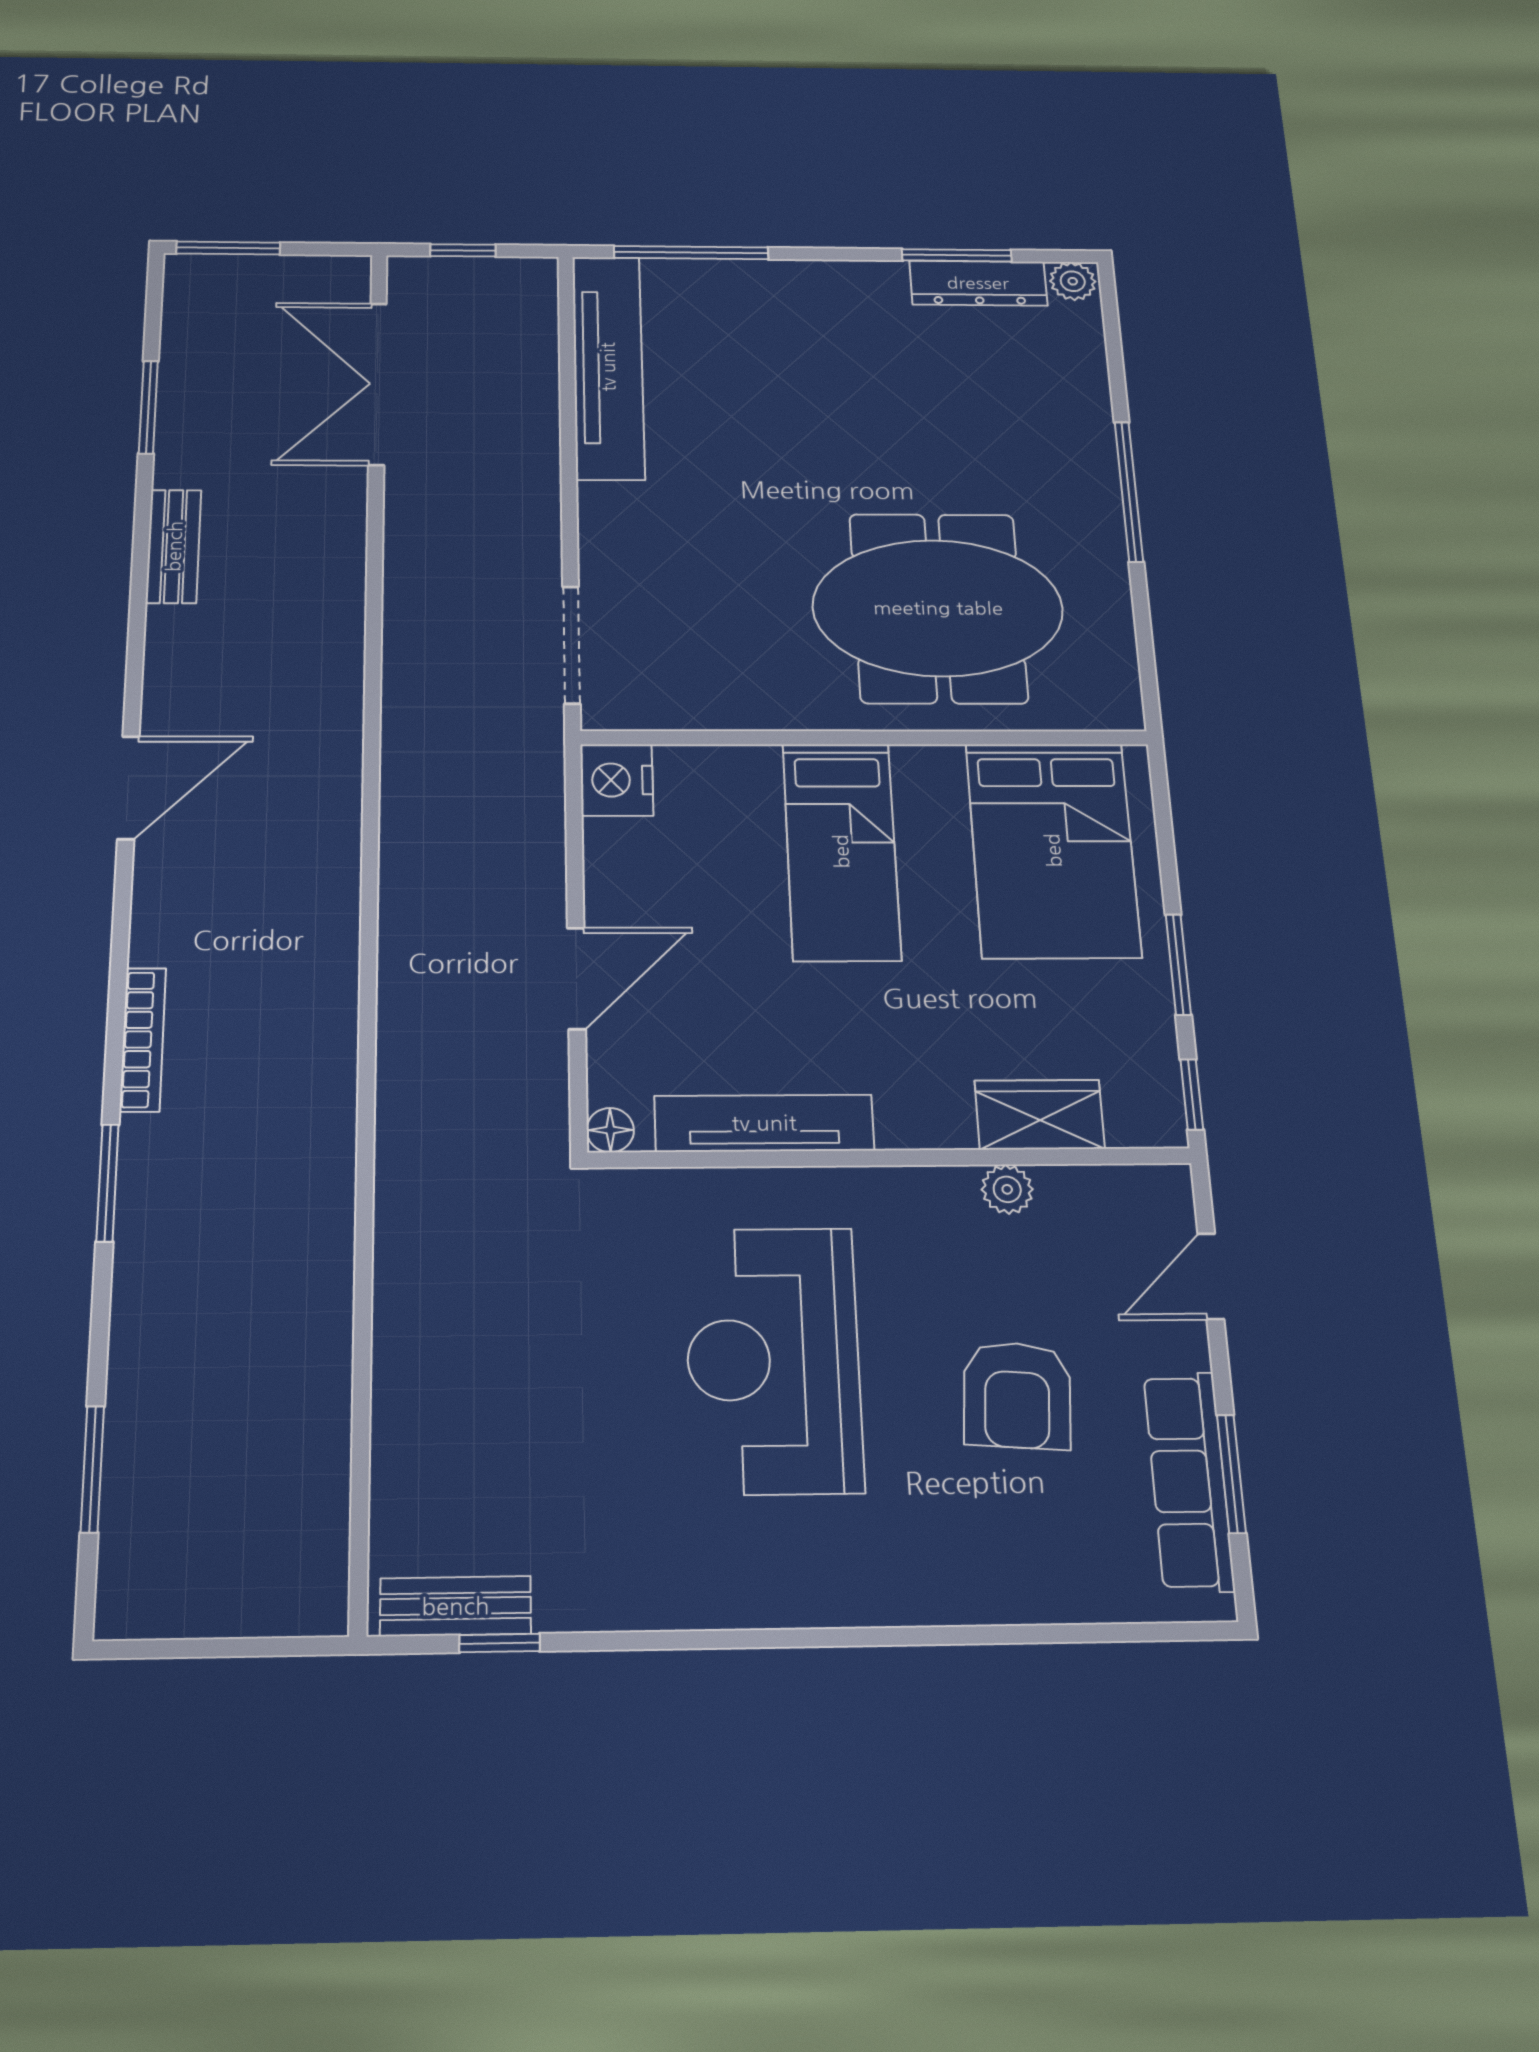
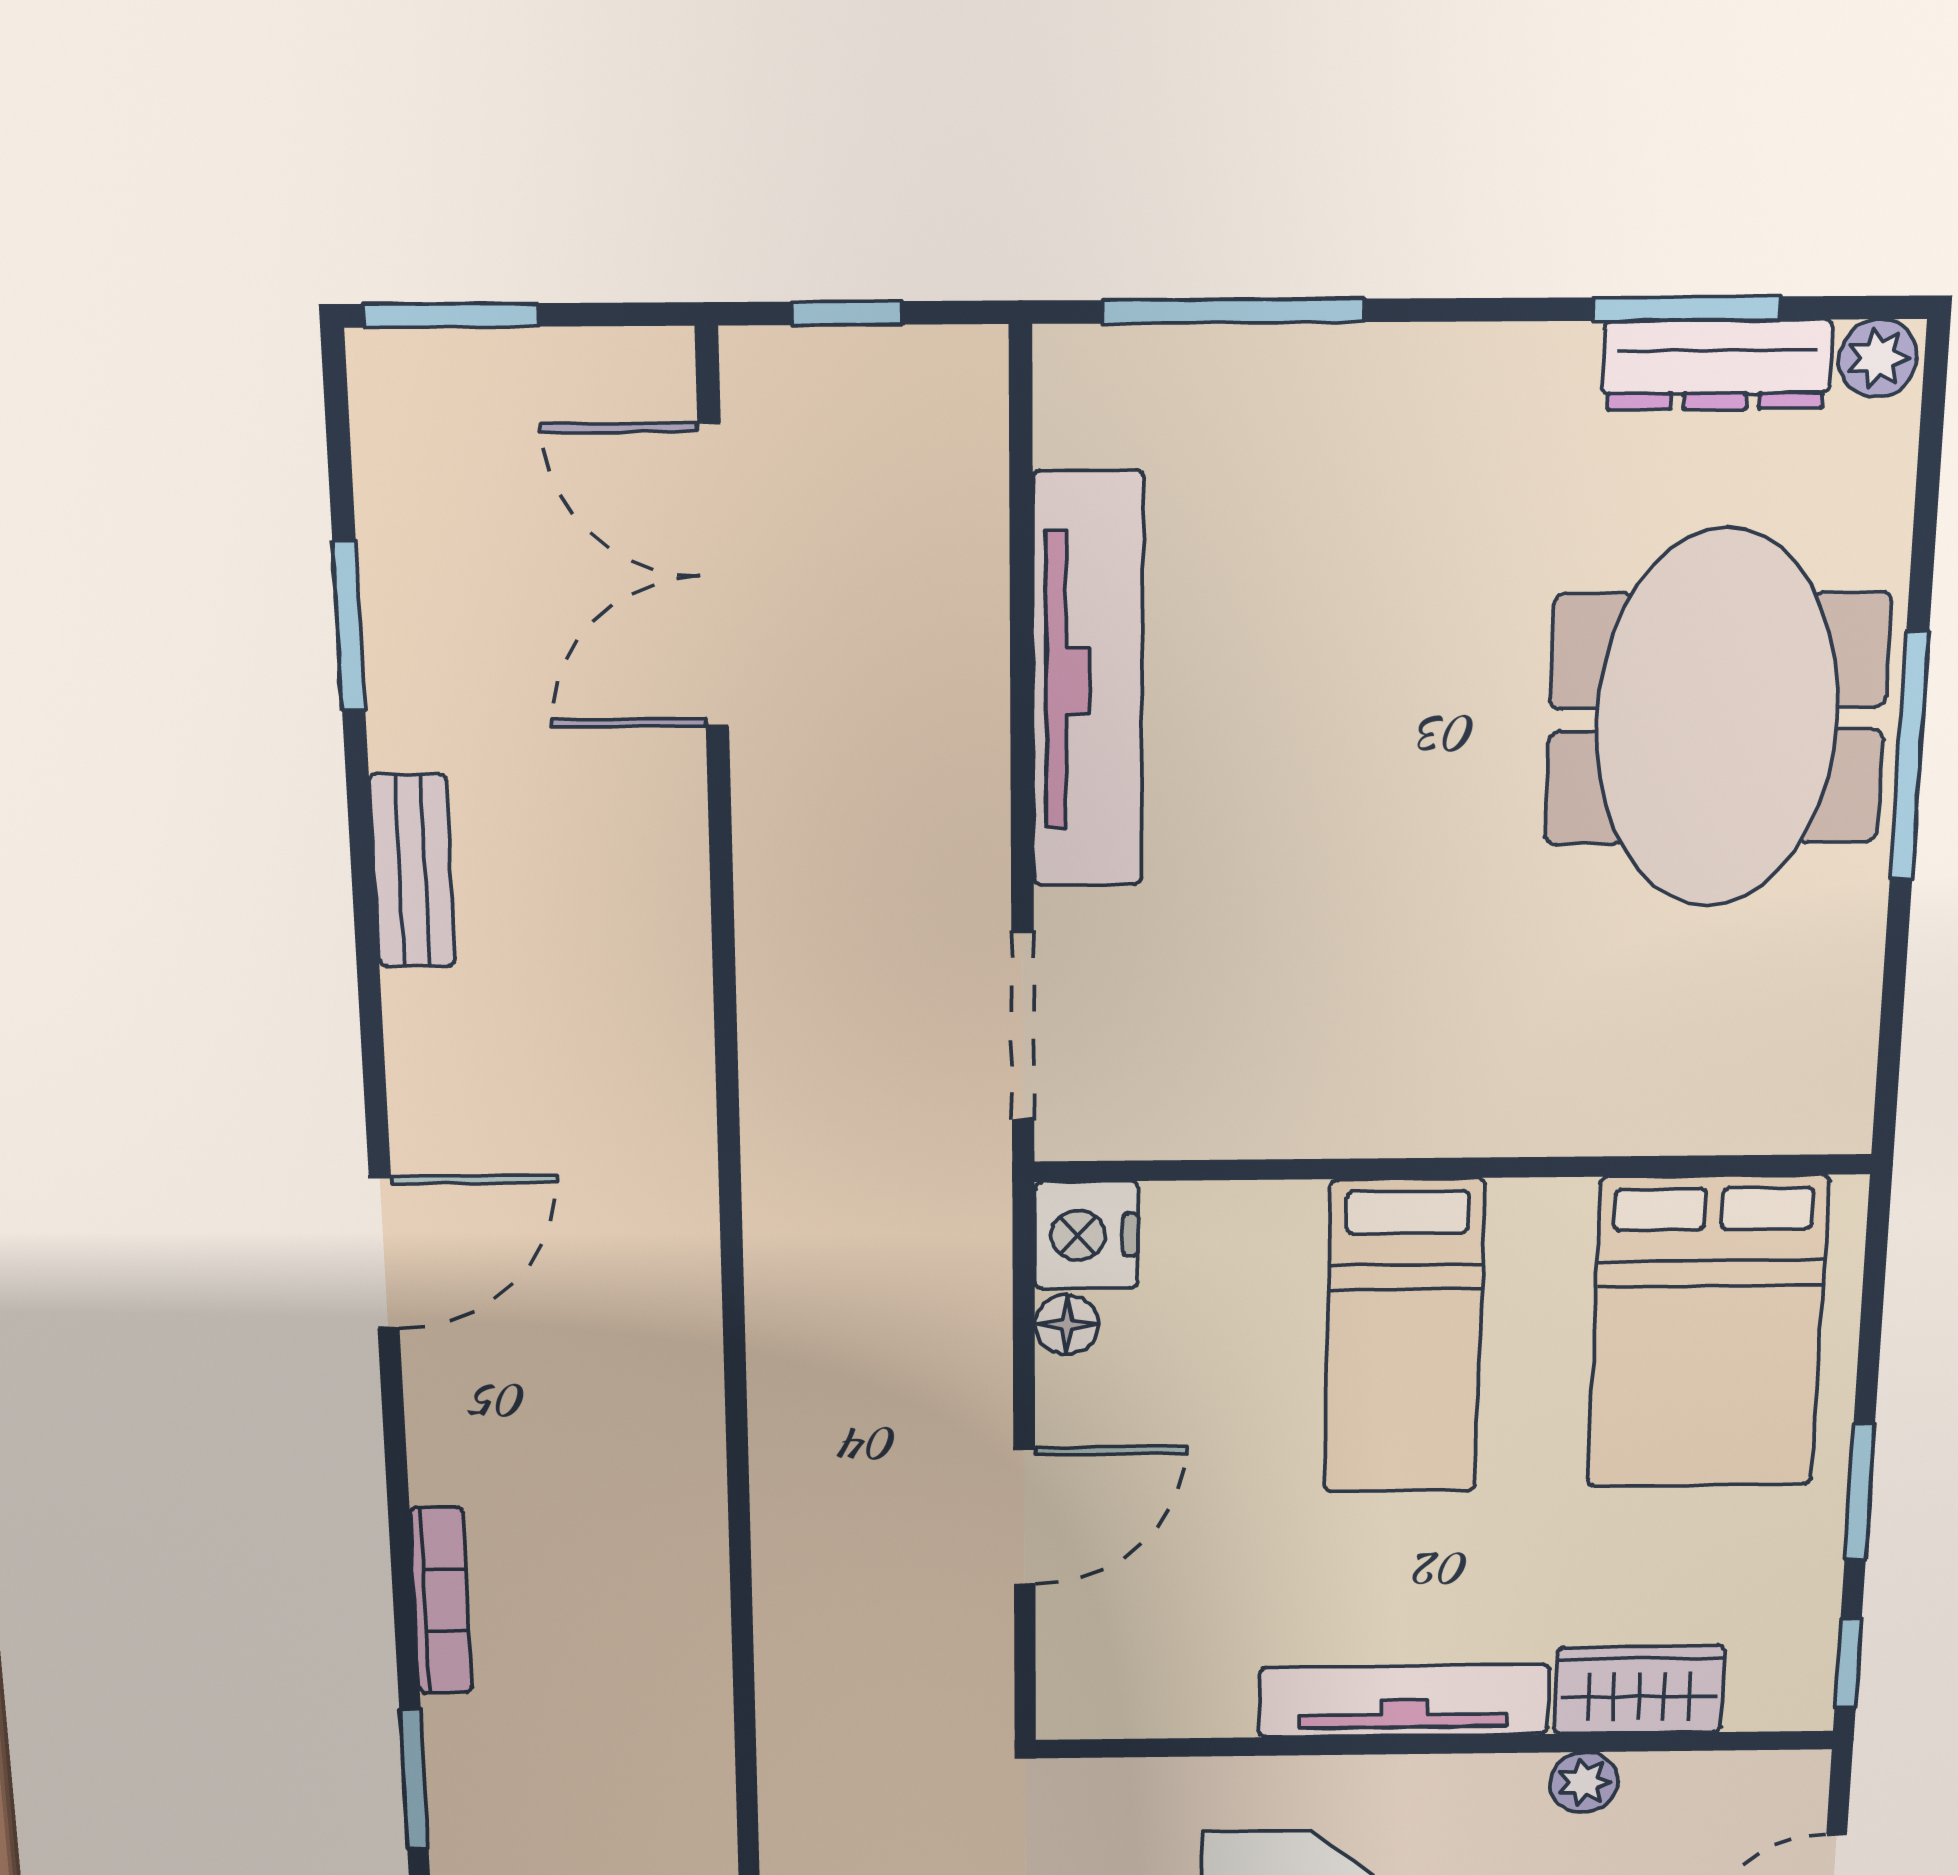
tv unit: (608, 367) -> (1088, 681), moved
meeting table: (938, 608) -> (1717, 719), moved, turned 90
tv unit: (764, 1123) -> (1404, 1701), moved
floor lamp: (610, 1130) -> (1067, 1325), moved

